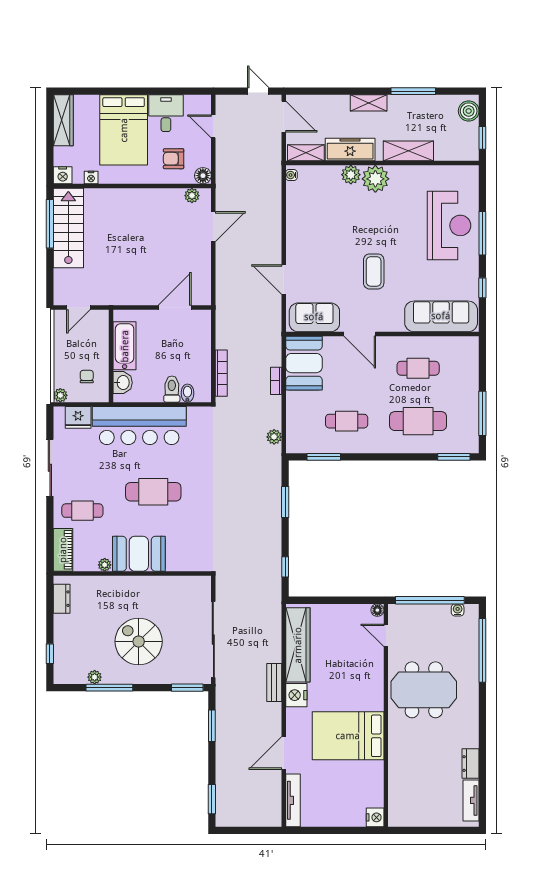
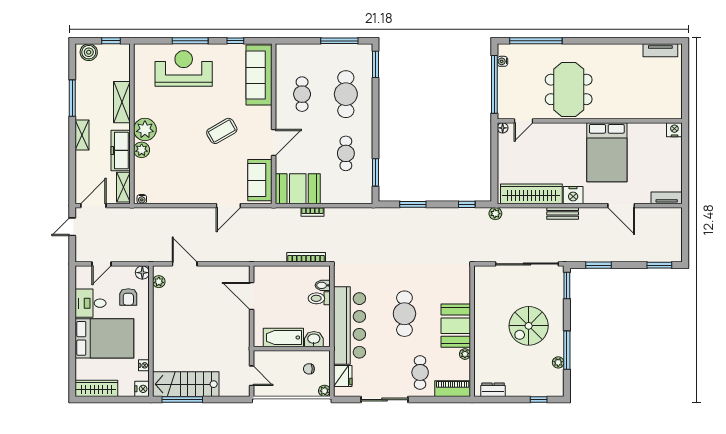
coffee table: (374, 271) -> (222, 131), turned -30
plant: (274, 437) -> (495, 214), moved
dresser: (471, 764) -> (630, 51), removed
tv unit: (293, 800) -> (667, 198), width x0.71

